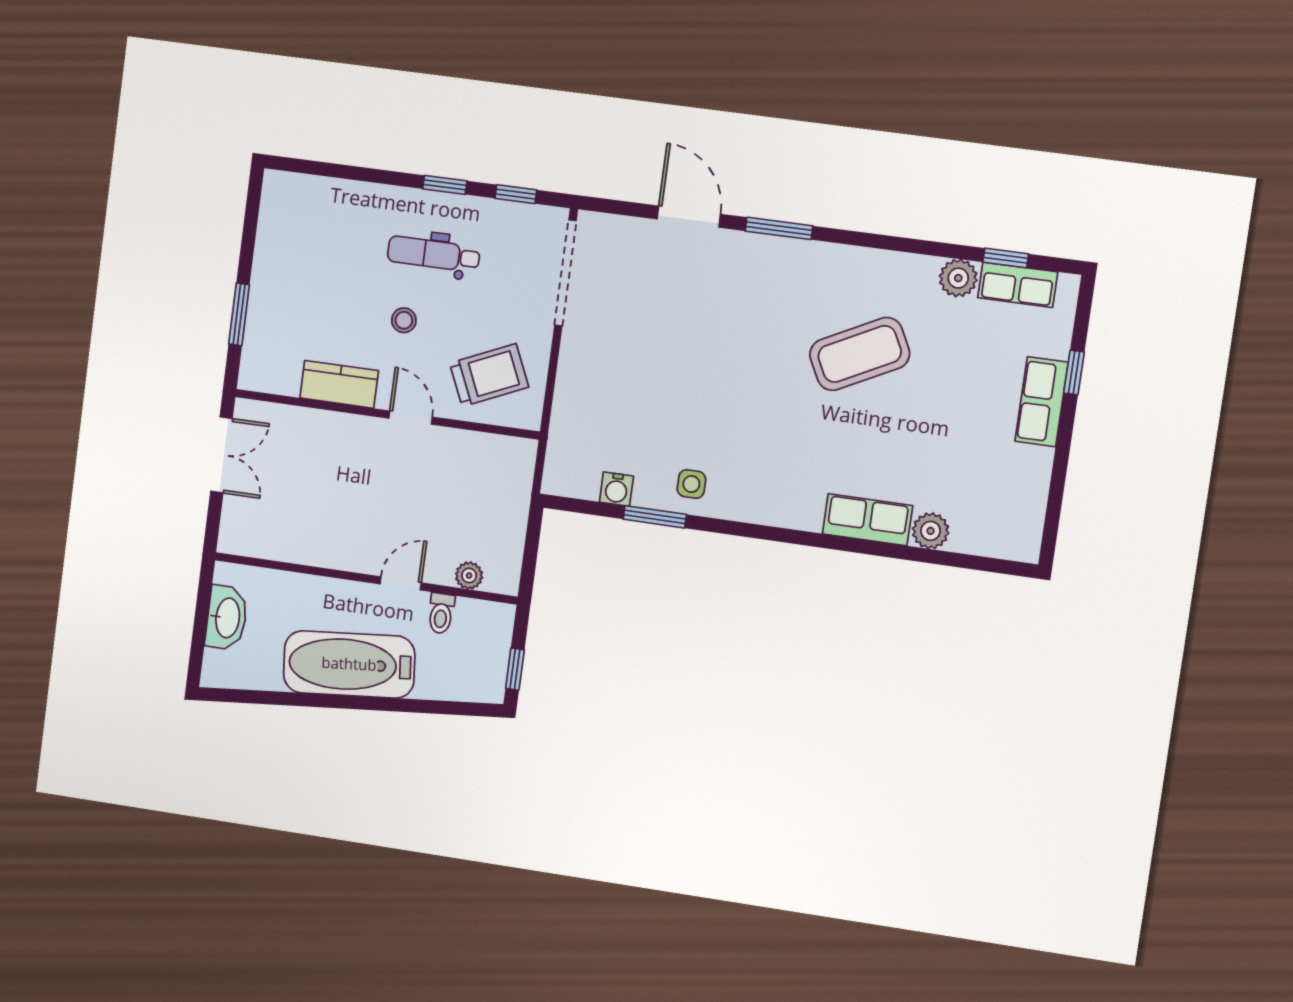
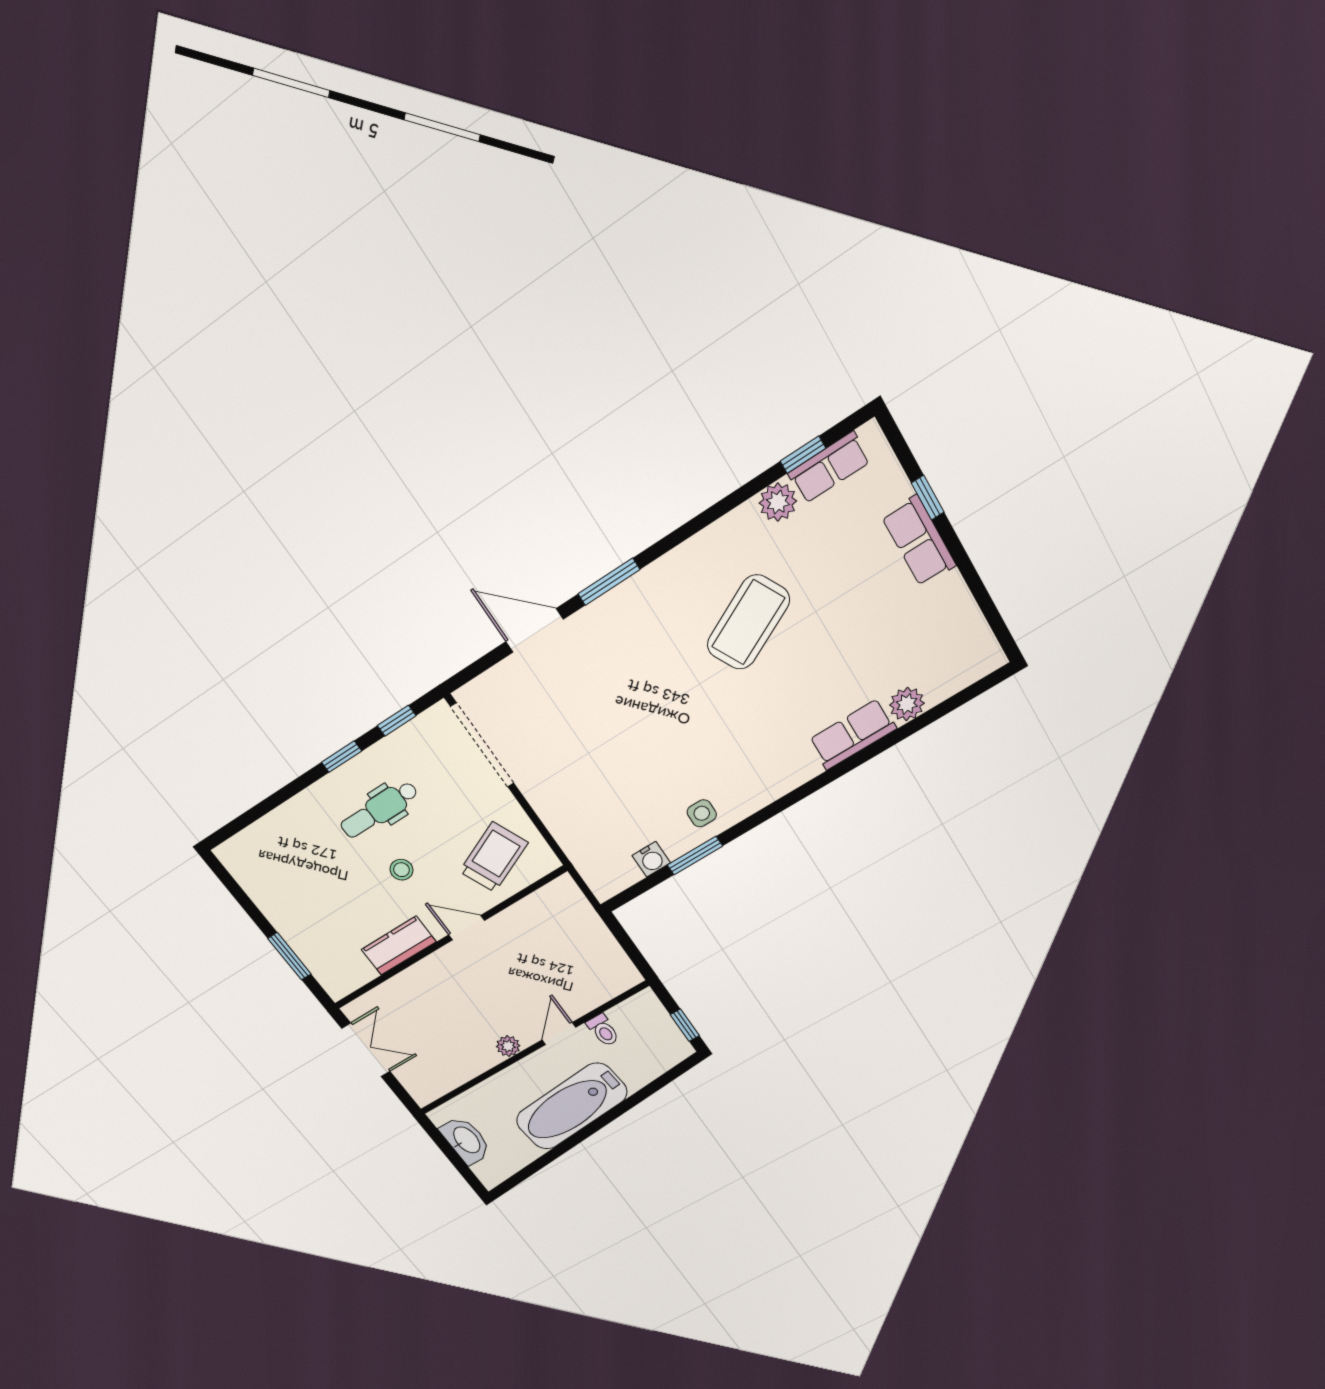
plant: (469, 576) -> (508, 1046), moved

